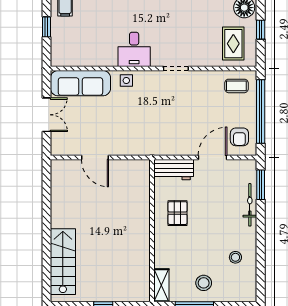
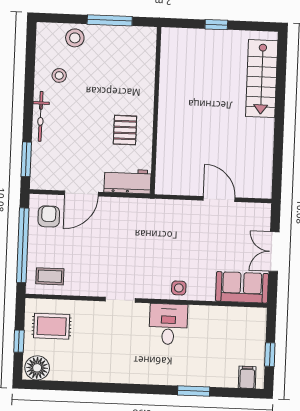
rug: (233, 44) -> (52, 326), turned 90
sofa: (80, 83) -> (242, 287), width x0.73
bicycle: (250, 205) -> (41, 116), moved
stool: (204, 283) -> (75, 38), moved
shelving: (161, 285) -> (147, 46), removed

